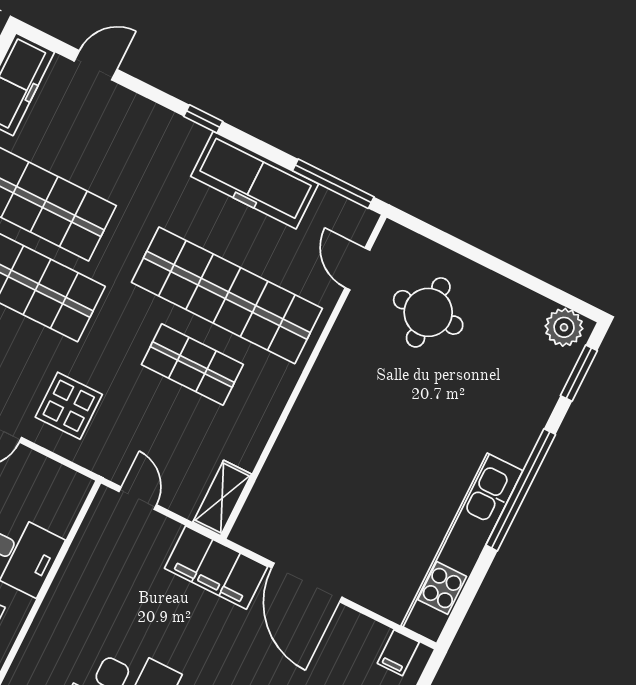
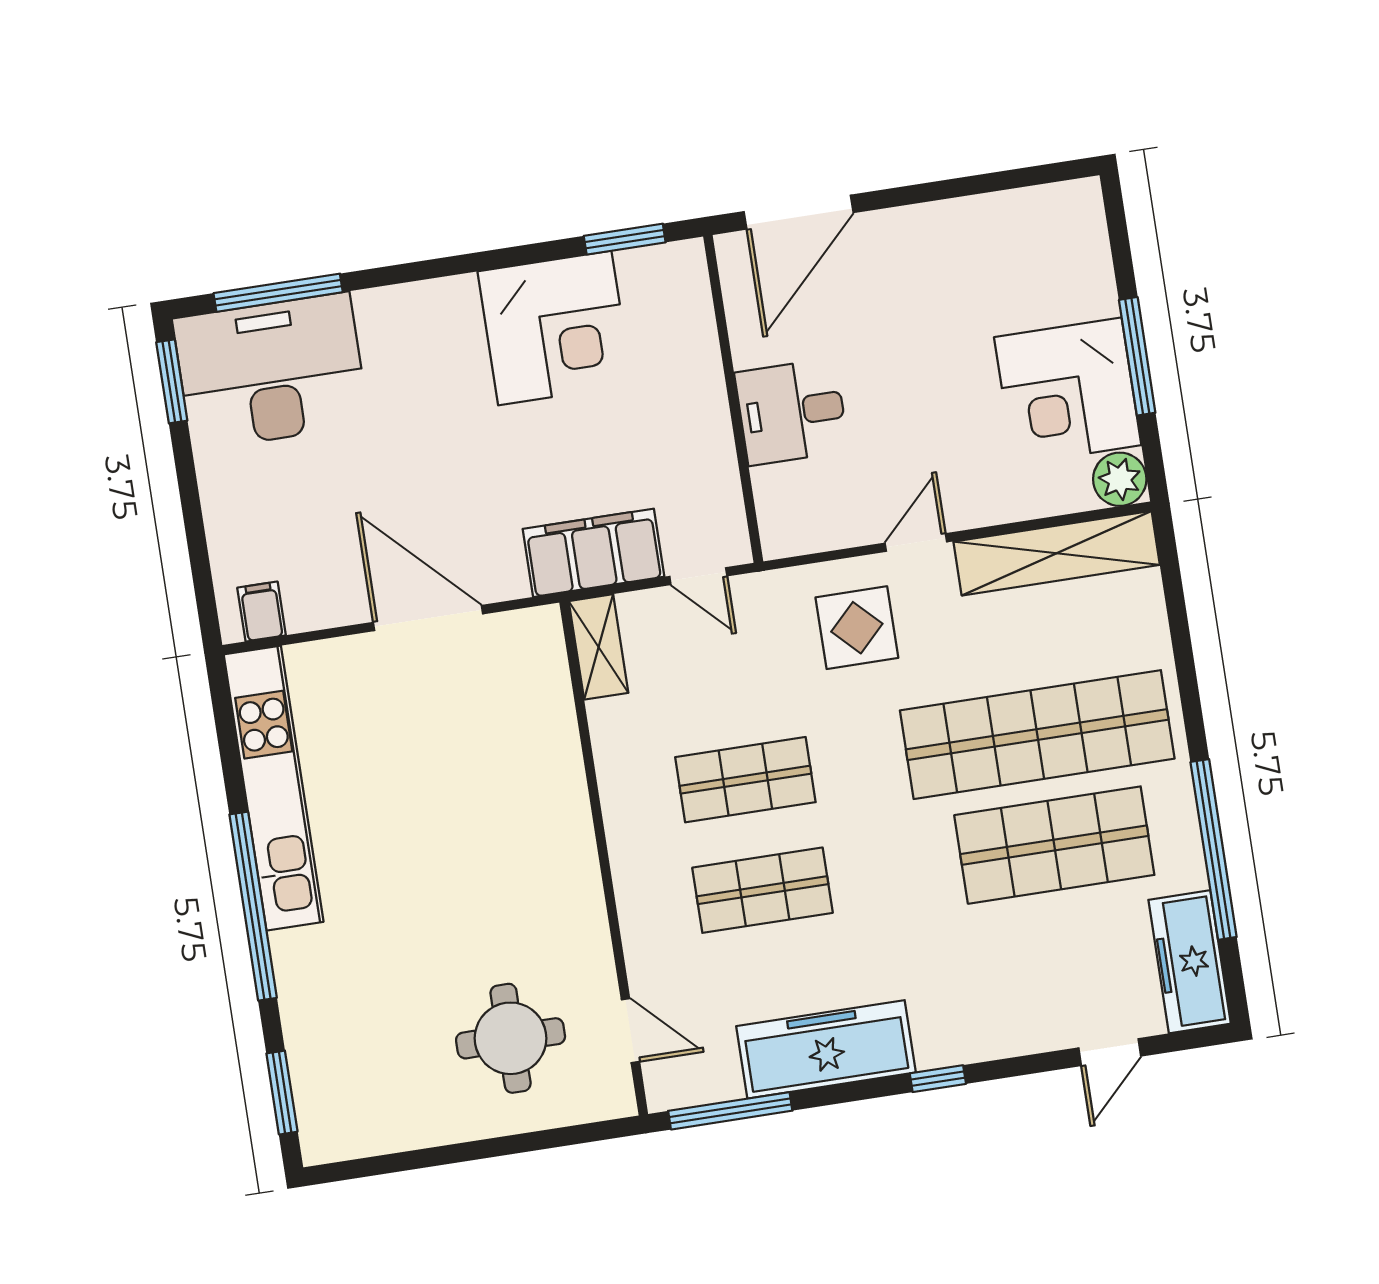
shop shelf: (227, 295) -> (763, 890), width x0.50, depth x0.74
plant: (564, 327) -> (338, 1134), removed
filing cabinet: (216, 567) -> (593, 553), moved

